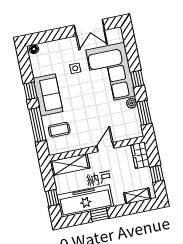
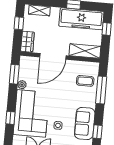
window: (137, 79) -> (10, 118), moved
window: (30, 91) -> (97, 132), moved
sofa: (48, 95) -> (85, 123), moved
door: (105, 147) -> (53, 56), width x1.88

